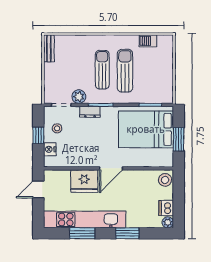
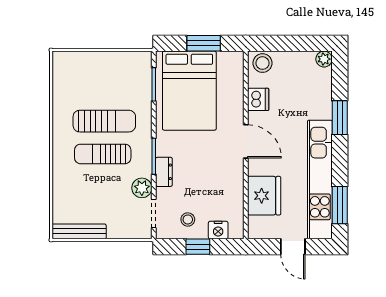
barbecue: (148, 41) -> (61, 88), removed
bench: (49, 48) -> (79, 231), width x1.36
sun lounger: (125, 71) -> (104, 121), turned 180
fridge: (84, 181) -> (264, 196), moved
door: (38, 189) -> (293, 247), moved
dishwasher: (166, 208) -> (258, 99), moved, turned -90
window: (82, 233) -> (340, 205), moved

